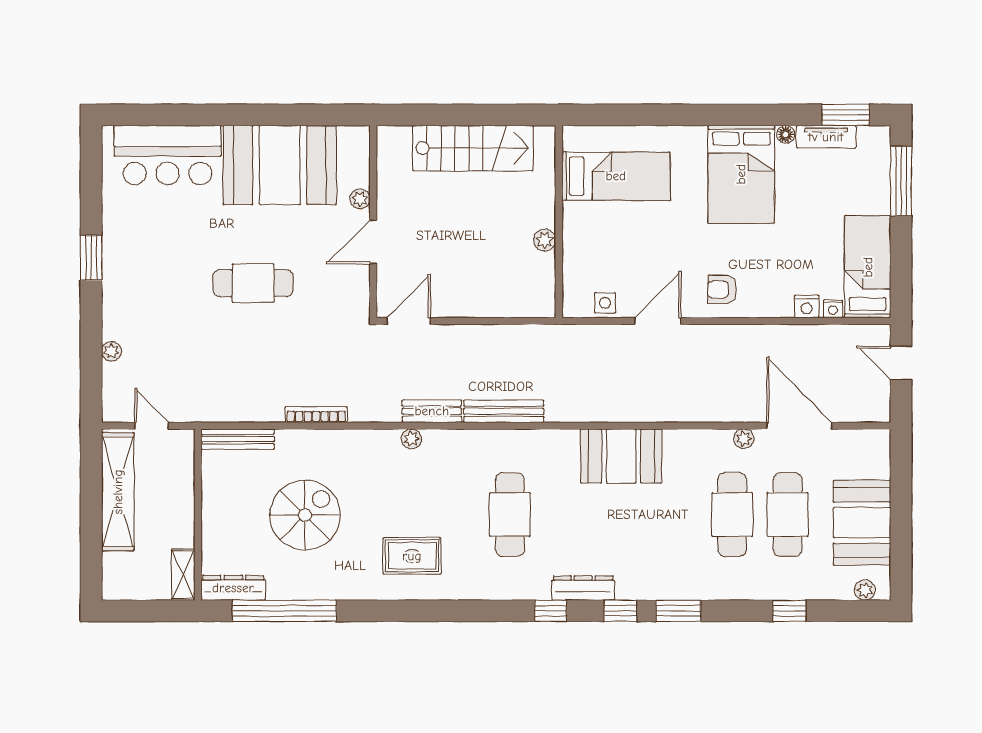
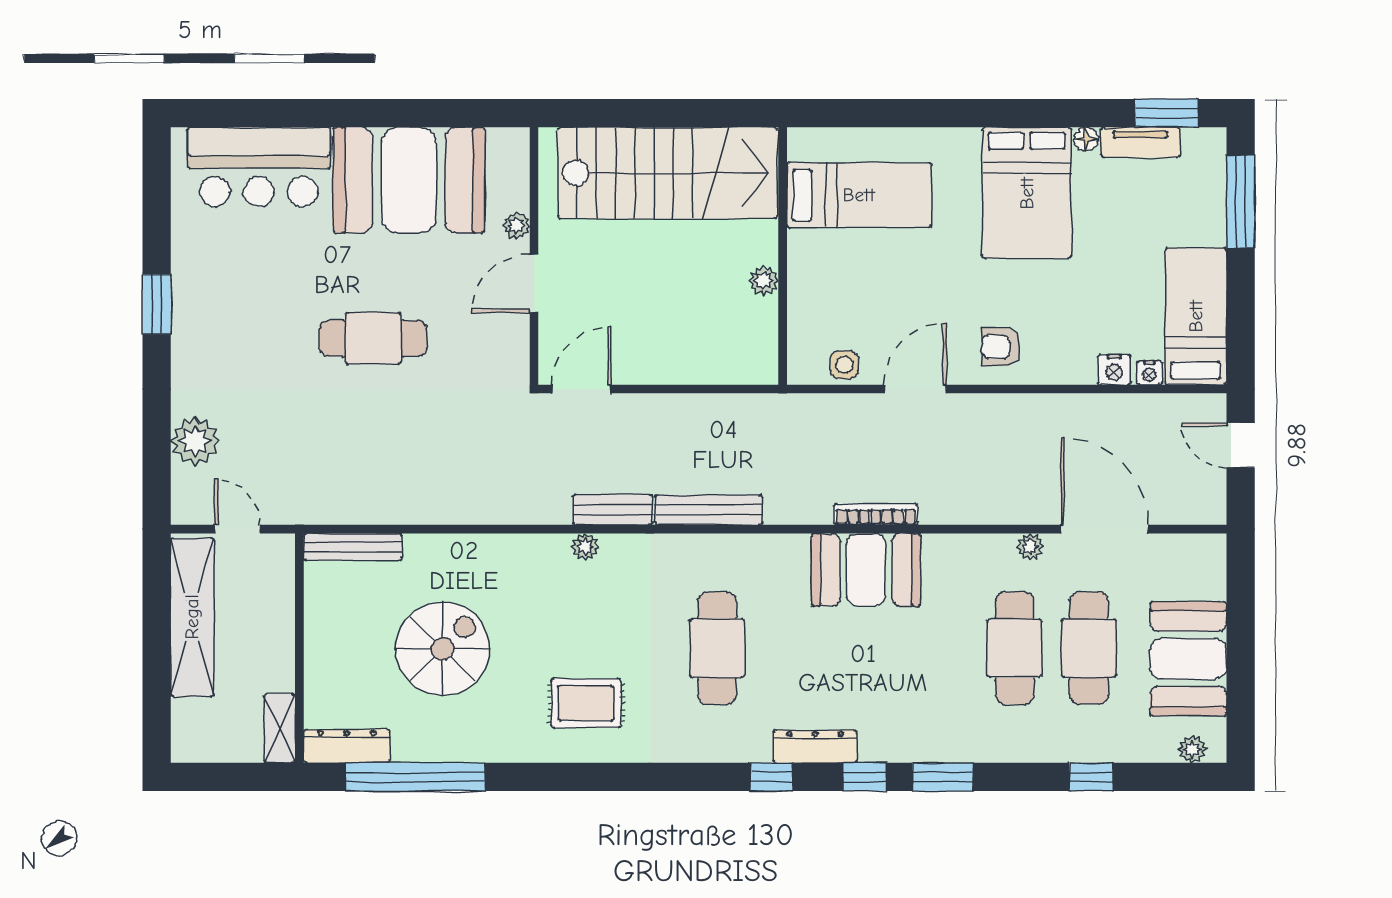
stairs: (473, 148) -> (668, 173), width x1.36, depth x1.51
plant: (111, 351) -> (195, 441), width x1.88, depth x1.88
bookcase: (316, 415) -> (876, 514), moved

